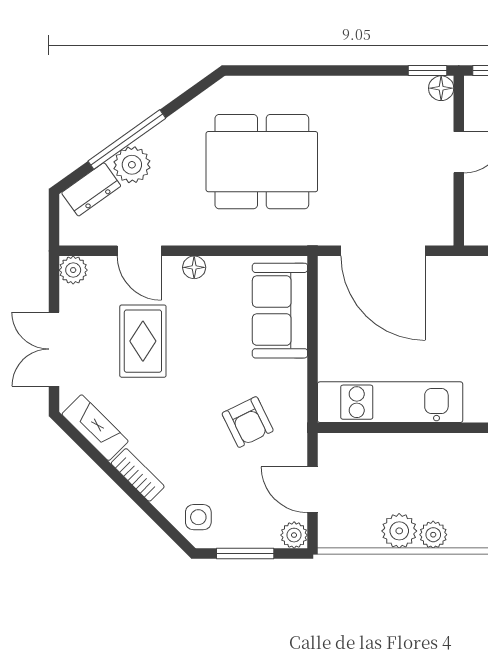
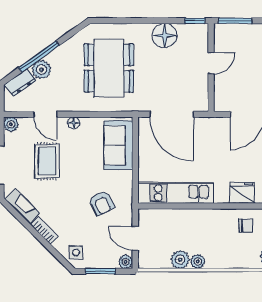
floor lamp: (441, 88) -> (165, 36), moved, width x1.89, depth x1.89
dining table: (262, 162) -> (109, 68), turned 90

